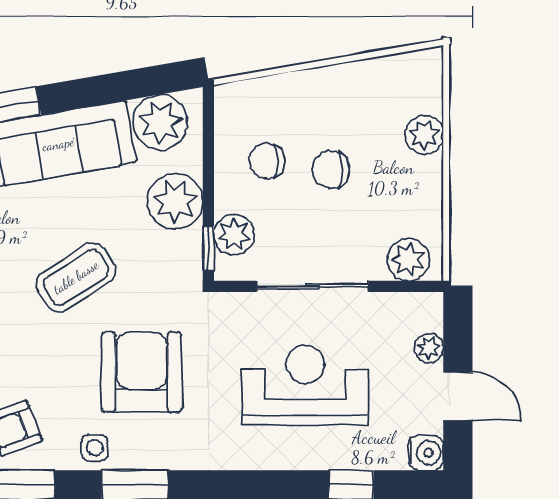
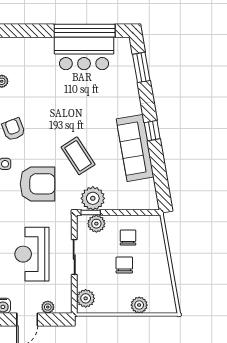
plant: (160, 122) -> (145, 192), removed
plant: (175, 201) -> (93, 198), moved
sliding door: (312, 286) -> (74, 257), width x0.73
reception desk: (305, 385) -> (32, 254), turned 180

